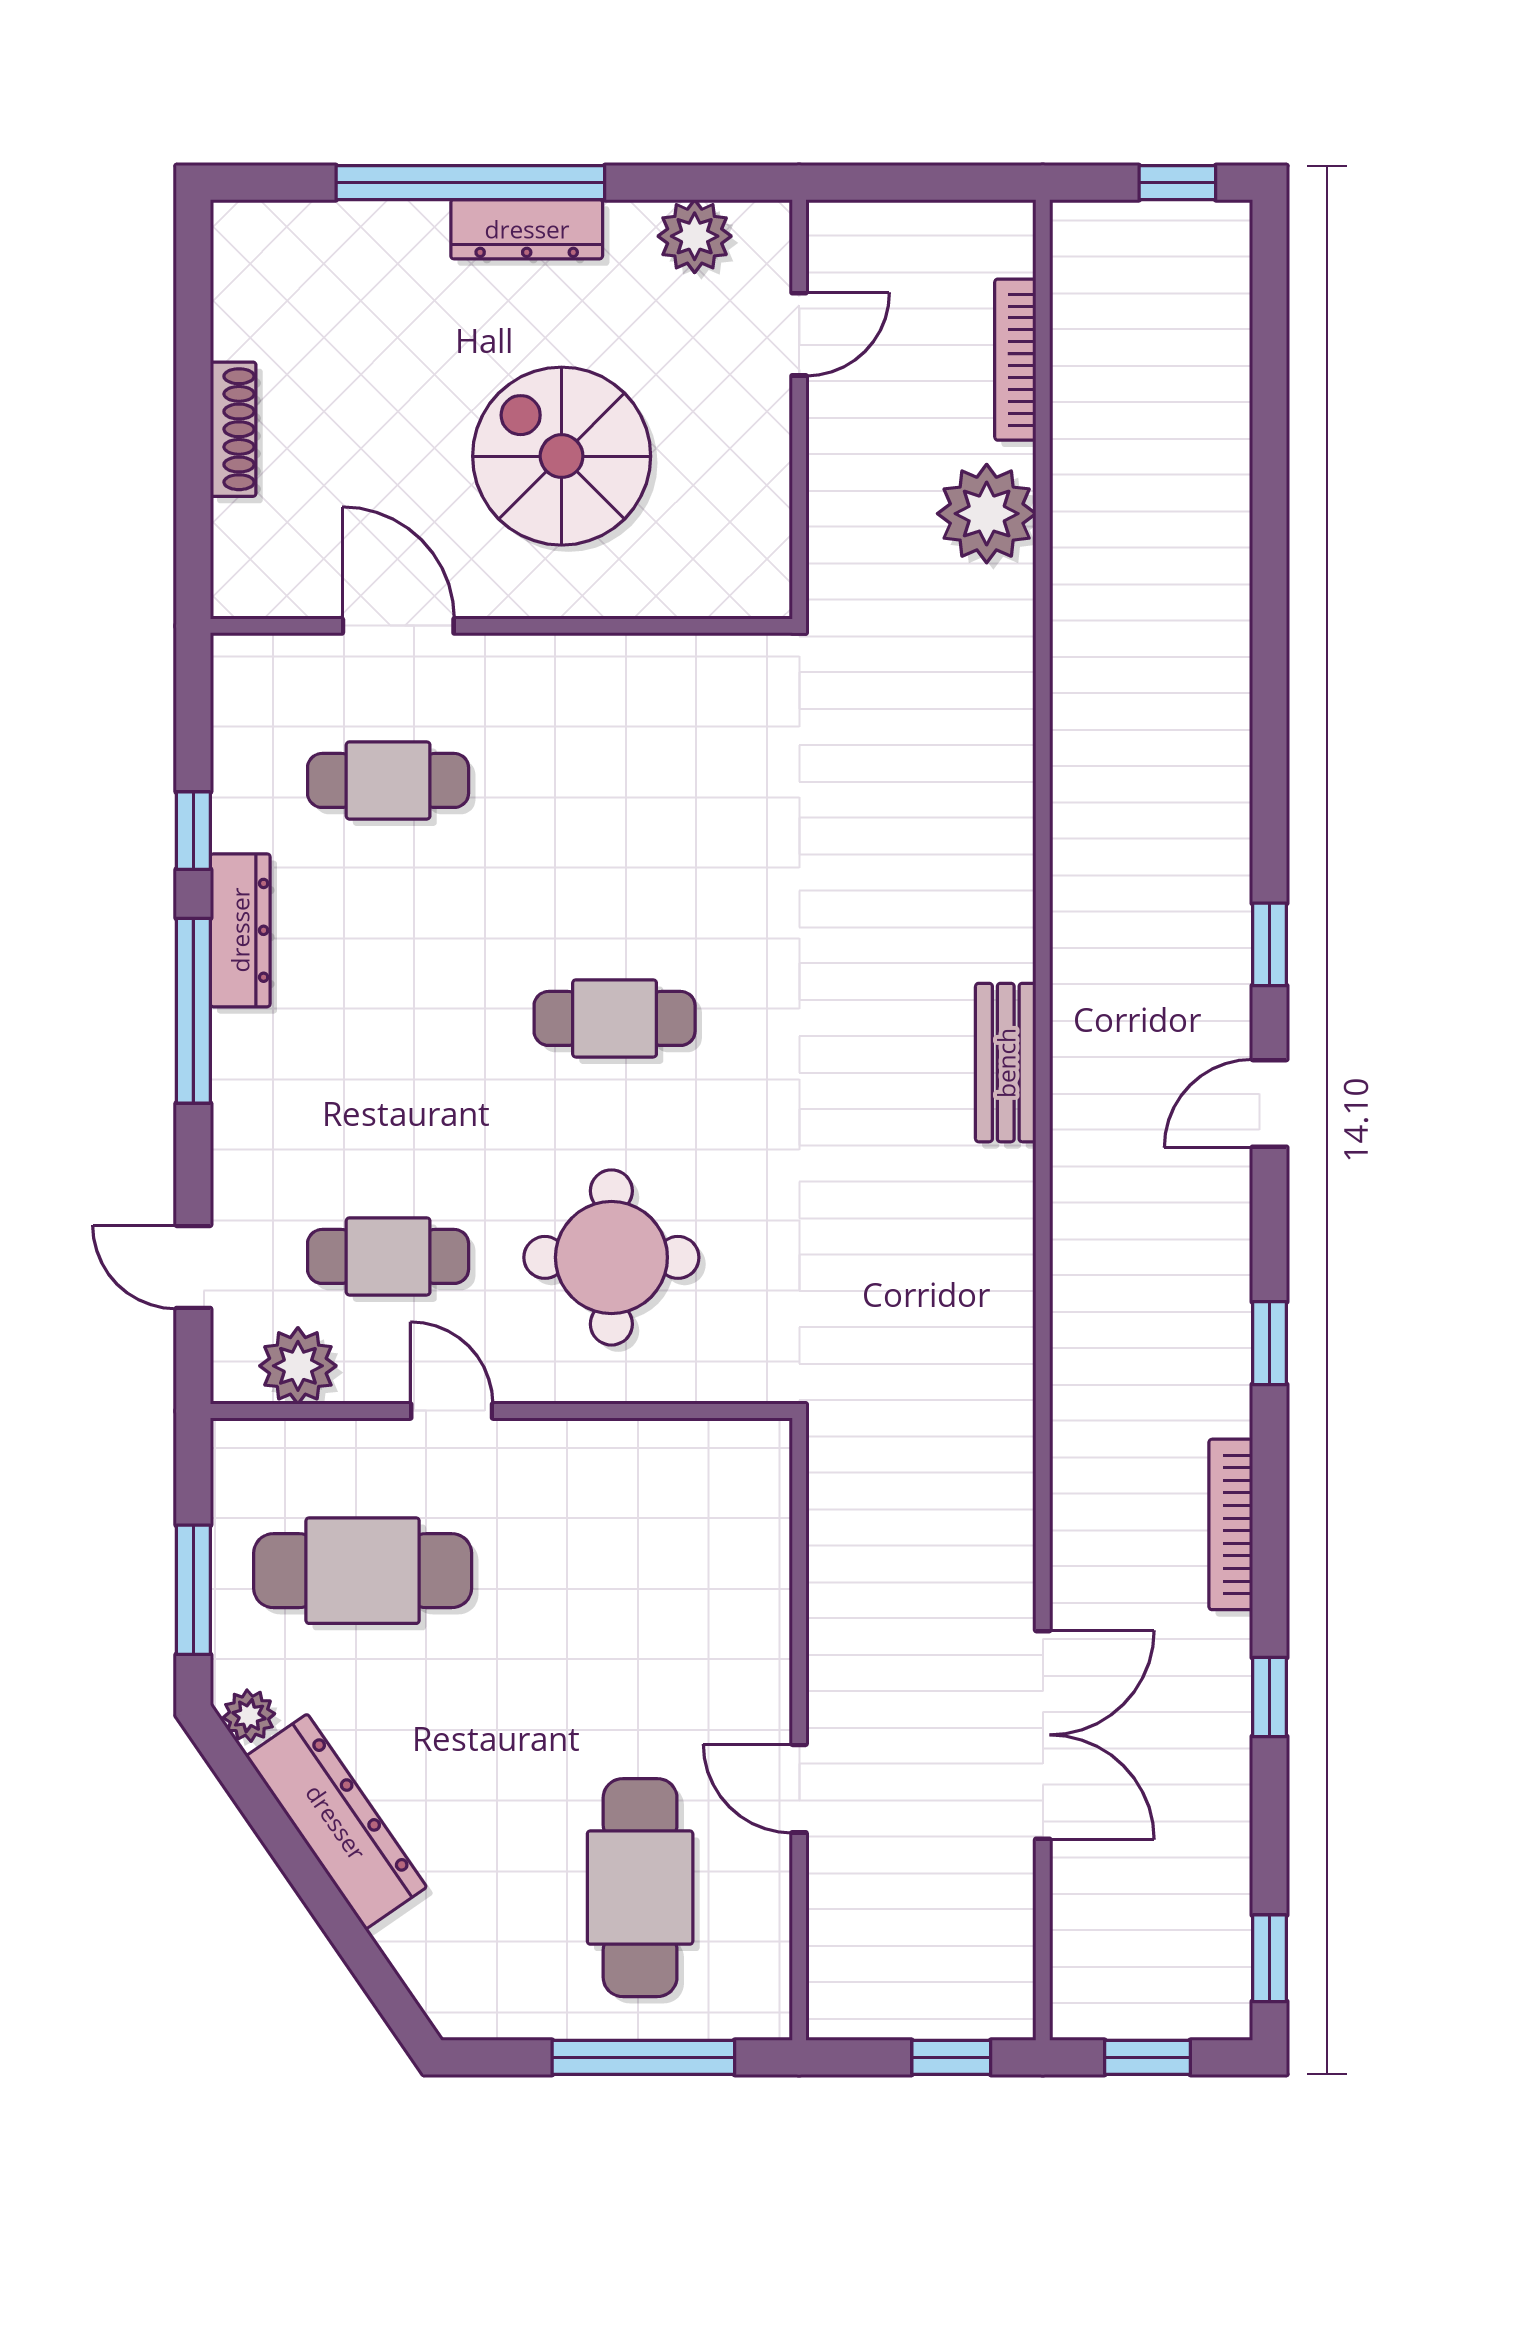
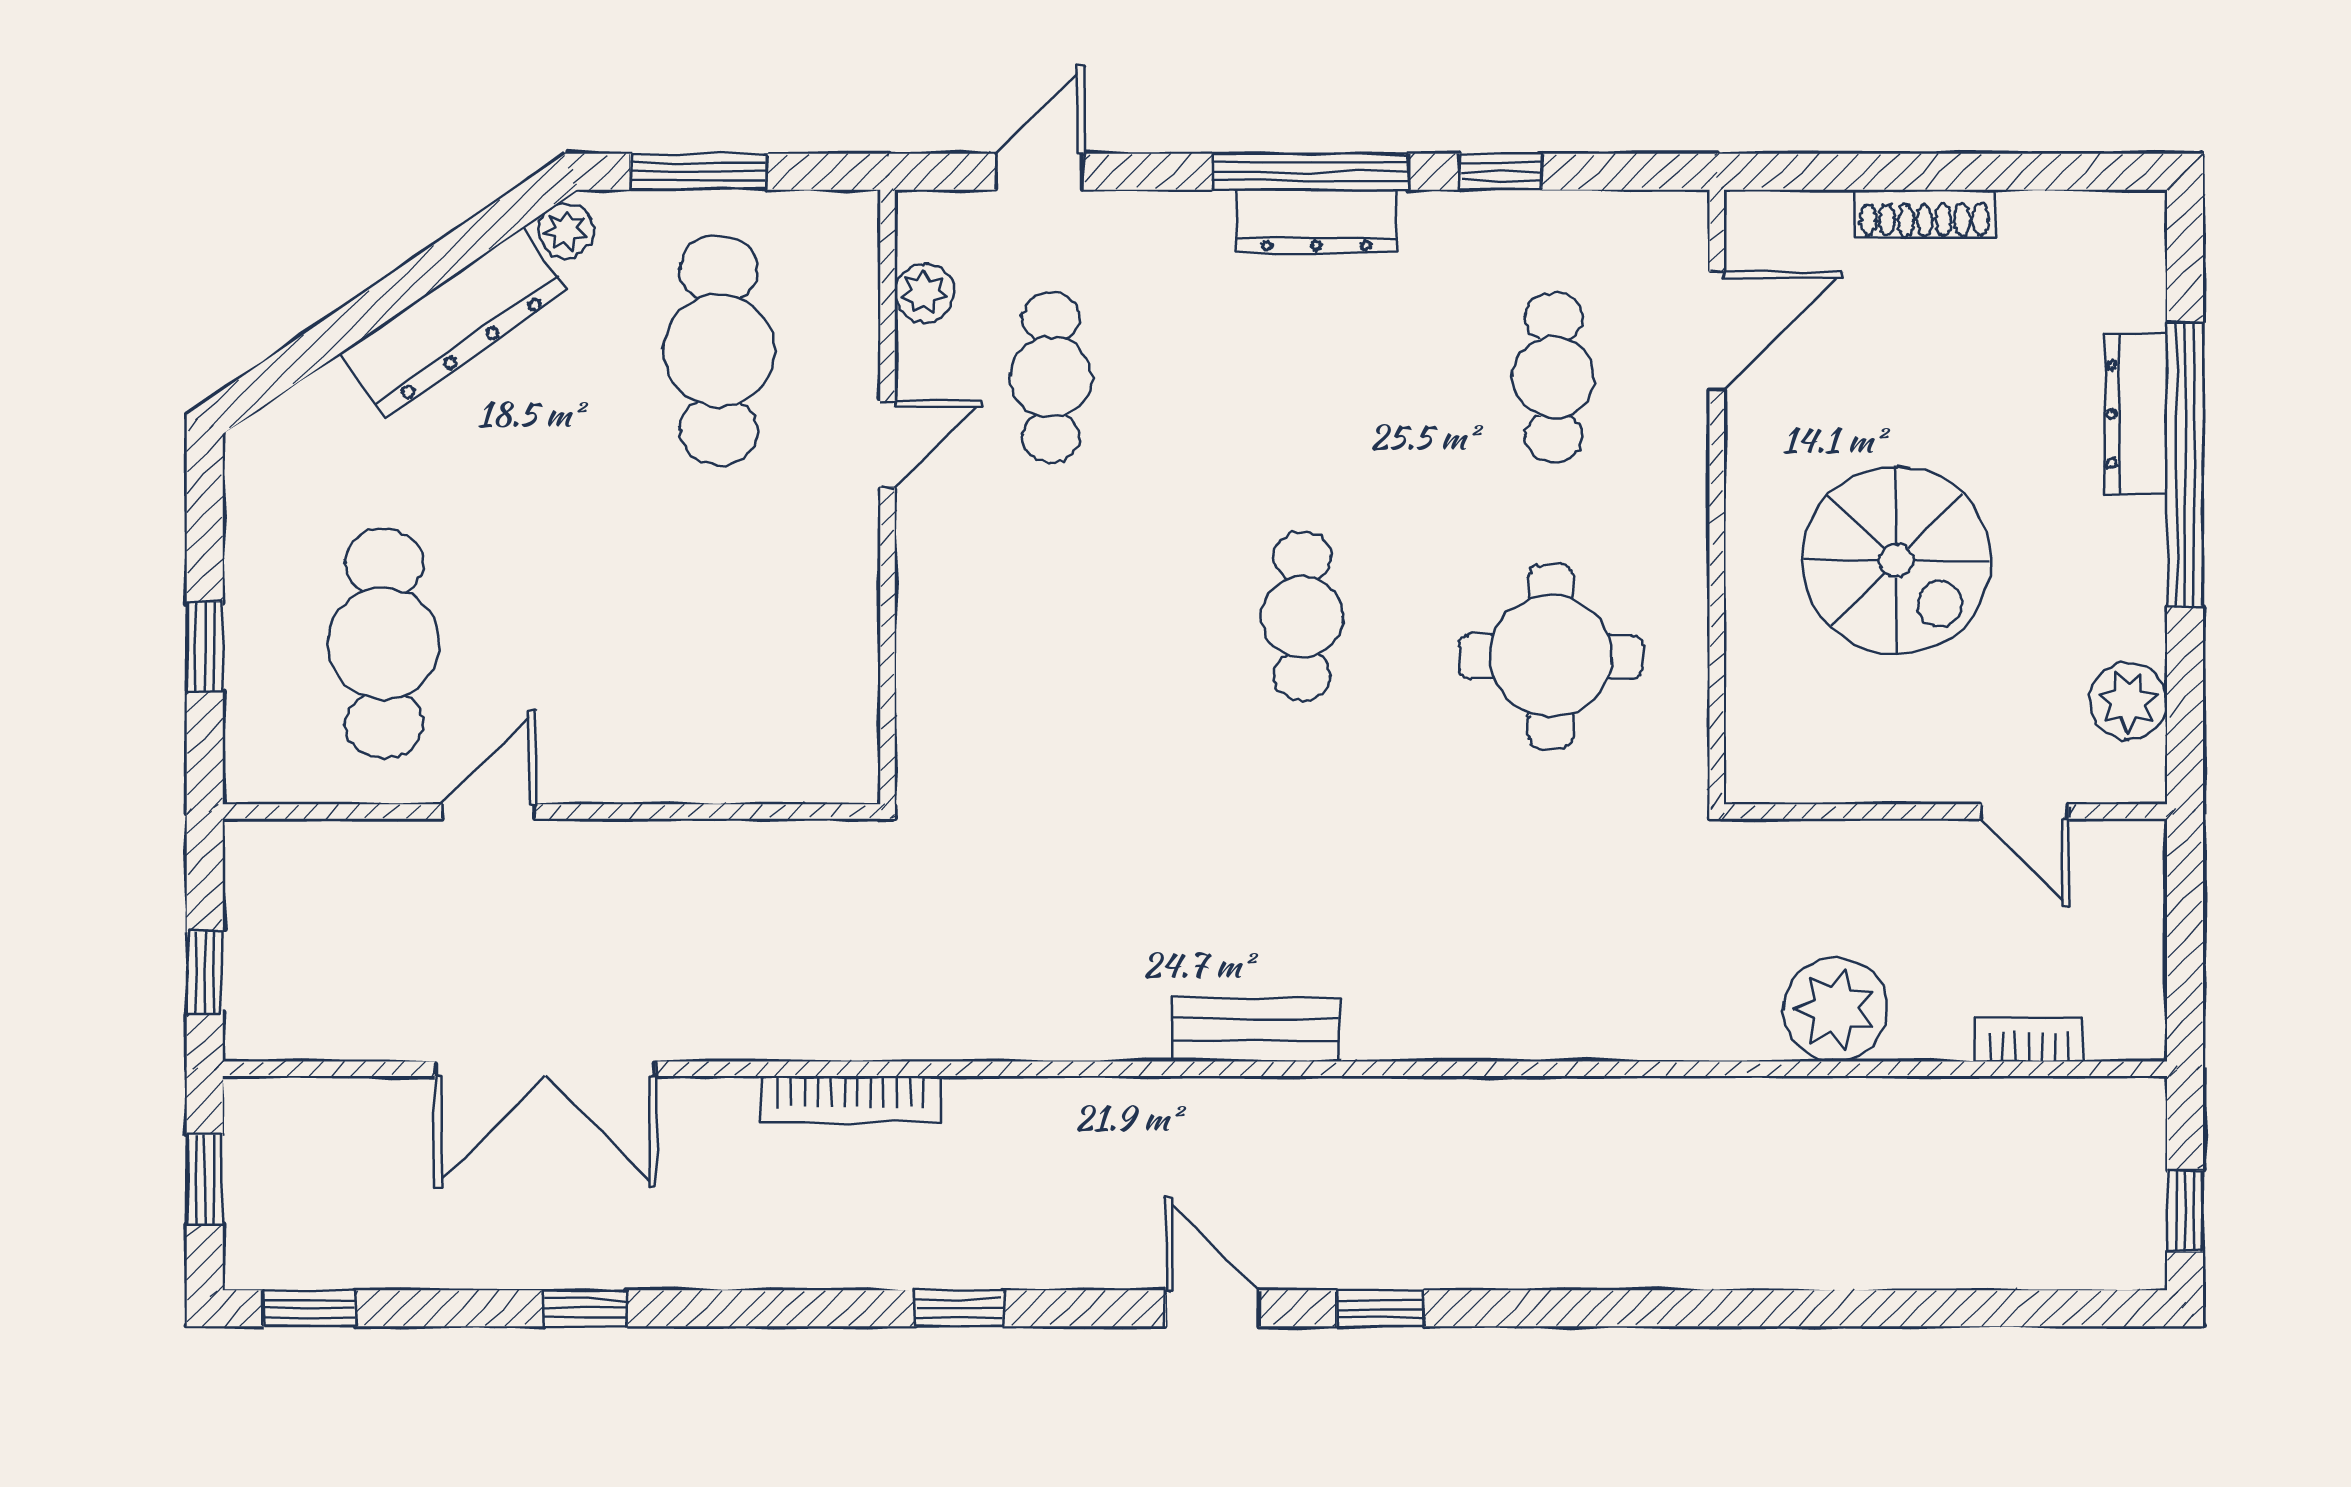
dresser: (527, 229) -> (2136, 414), moved
bookcase: (1015, 360) -> (2029, 1040), width x0.64
spiral stairs: (562, 456) -> (1896, 561), turned 90
door: (398, 626) -> (1717, 331), moved
dresser: (240, 930) -> (1316, 221), moved
round table: (611, 1257) -> (1551, 656), moved
plant: (298, 1366) -> (924, 293), width x0.73, depth x0.73
bookcase: (1231, 1524) -> (851, 1099), moved, turned 180
cafe table: (640, 1888) -> (384, 643), turned 90
window: (643, 2057) -> (205, 647), width x0.46

